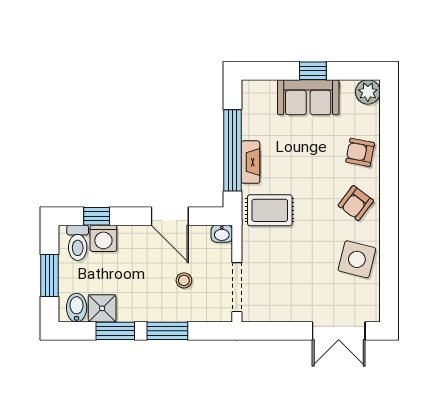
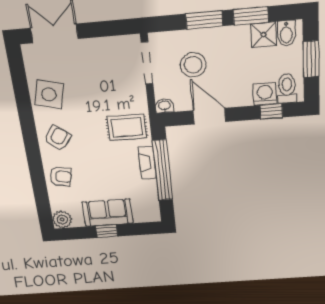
stool: (184, 280) -> (193, 65), width x1.89, depth x1.89

